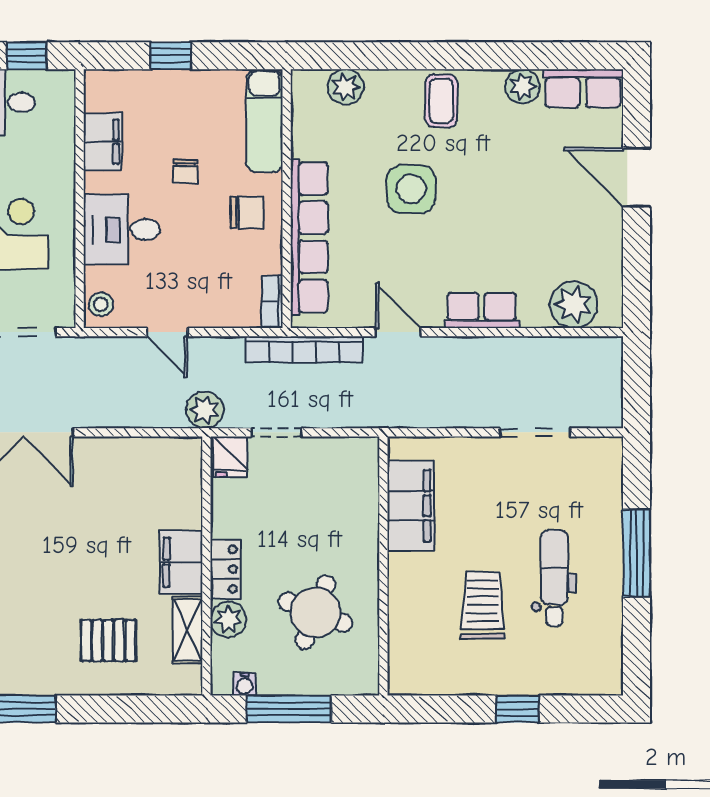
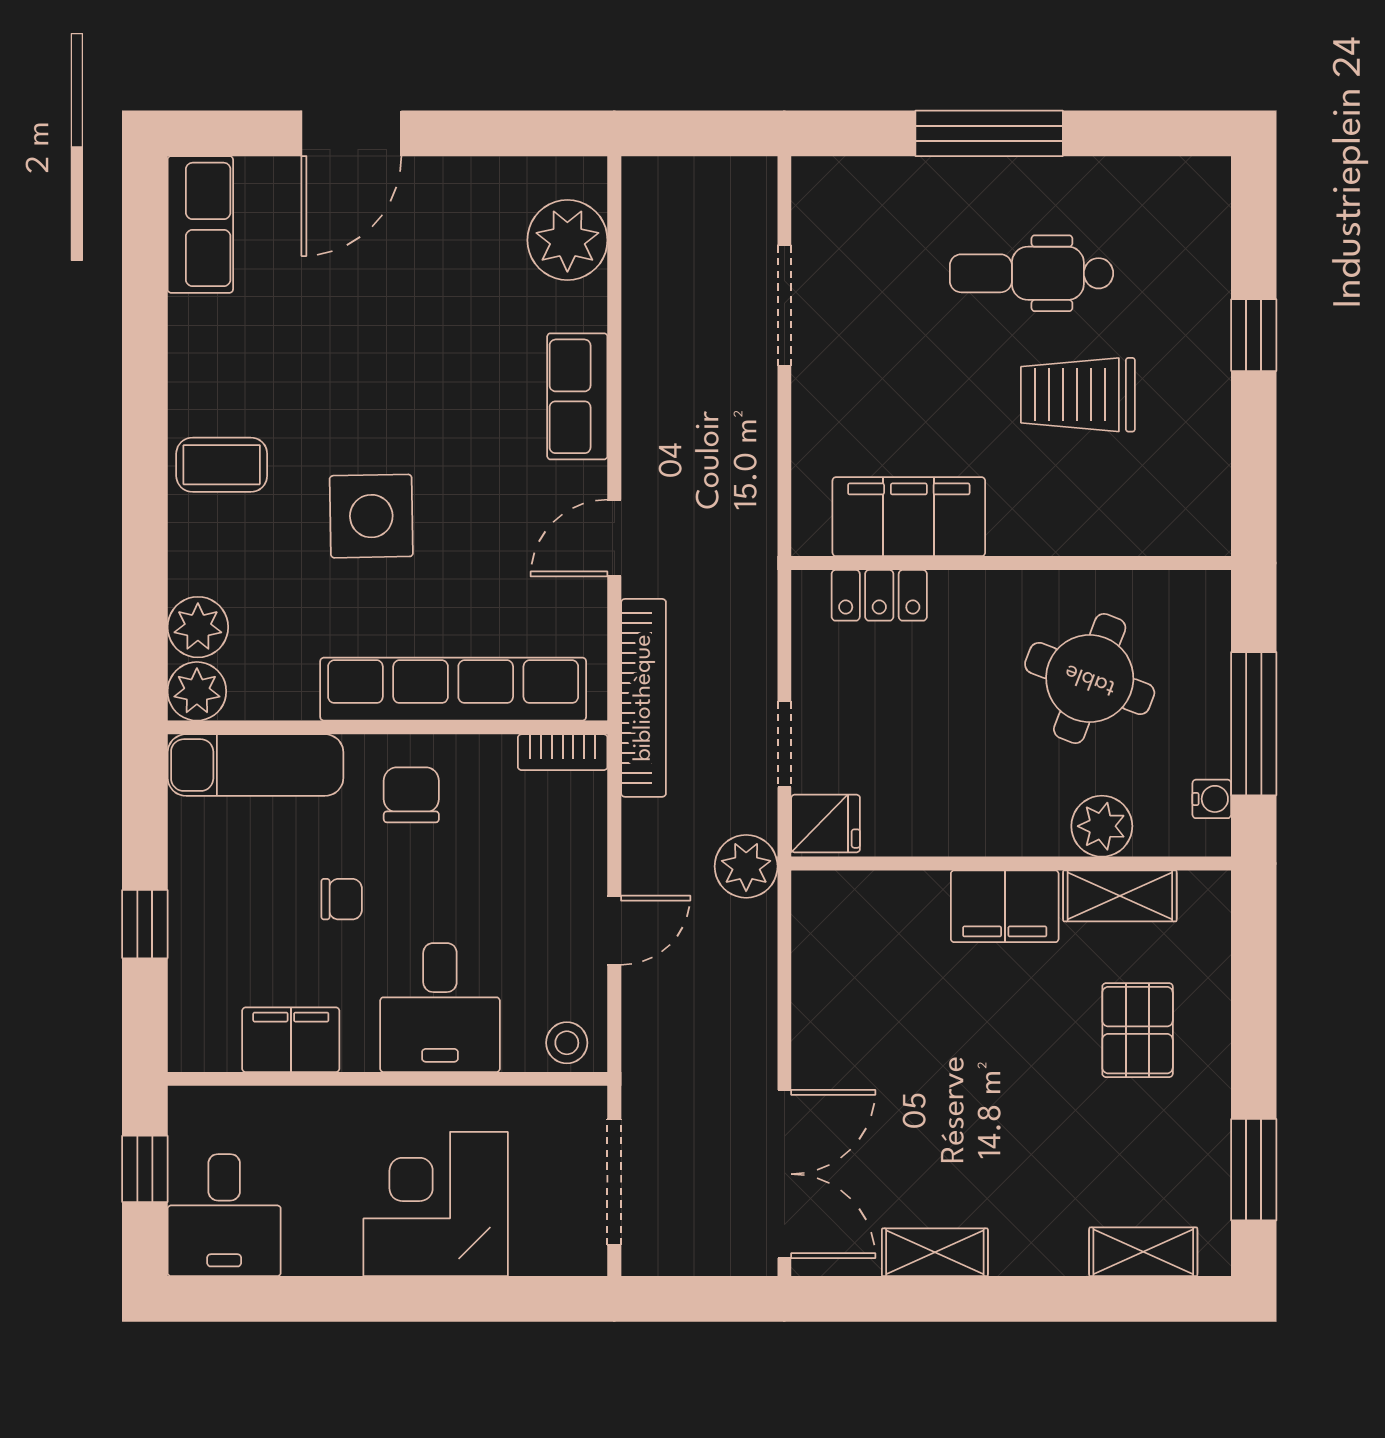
plant: (523, 86) -> (197, 691), moved
locker: (225, 569) -> (879, 595), moved, turned 180

